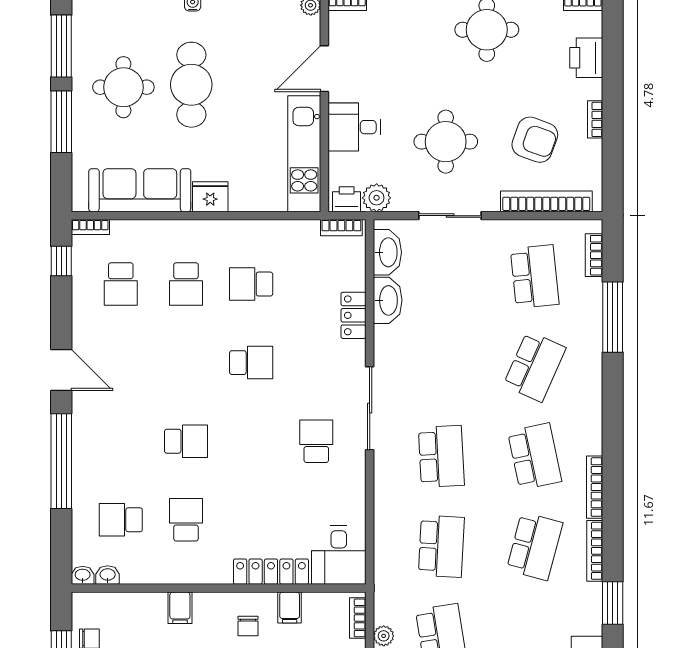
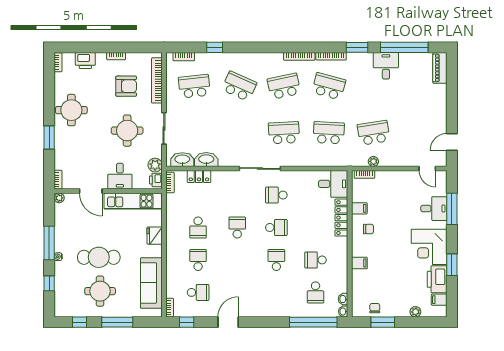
window: (61, 46) -> (80, 322), width x0.46
armchair: (535, 140) -> (126, 86), turned 70
fridge: (210, 197) -> (155, 236), moved
school desk: (186, 284) -> (198, 260), turned -90
locker: (353, 315) -> (199, 177), moved
window: (613, 317) -> (215, 47), width x0.46
door: (61, 370) -> (228, 322), moved
school desk: (251, 441) -> (276, 227), added
window: (61, 461) -> (313, 322), moved

